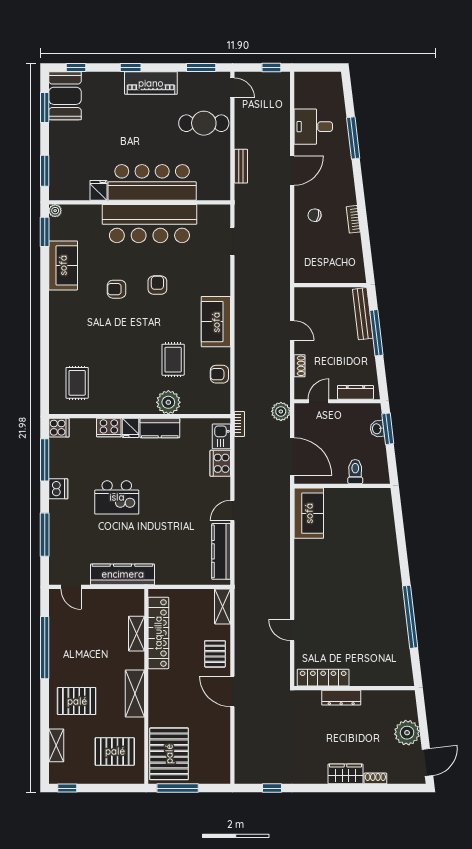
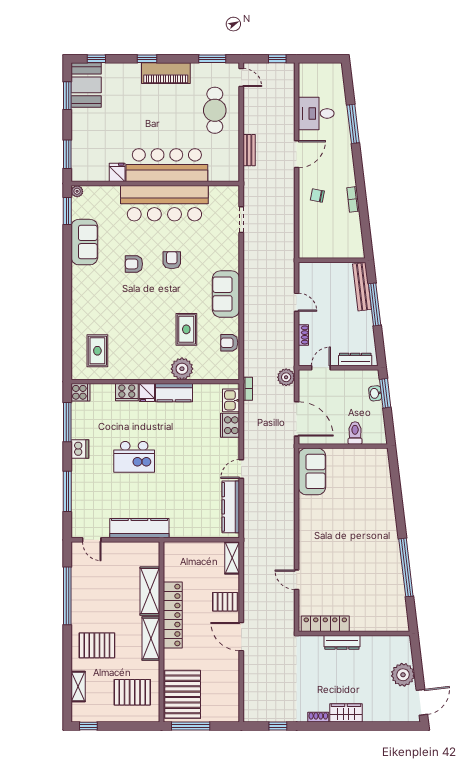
cafe table: (204, 123) -> (215, 110), turned 90
locker: (158, 633) -> (173, 615), moved
shelving: (136, 634) -> (150, 591), width x1.50, depth x1.33
pallet: (215, 654) -> (225, 602), turned 90
shoe rack: (375, 778) -> (318, 717), moved

